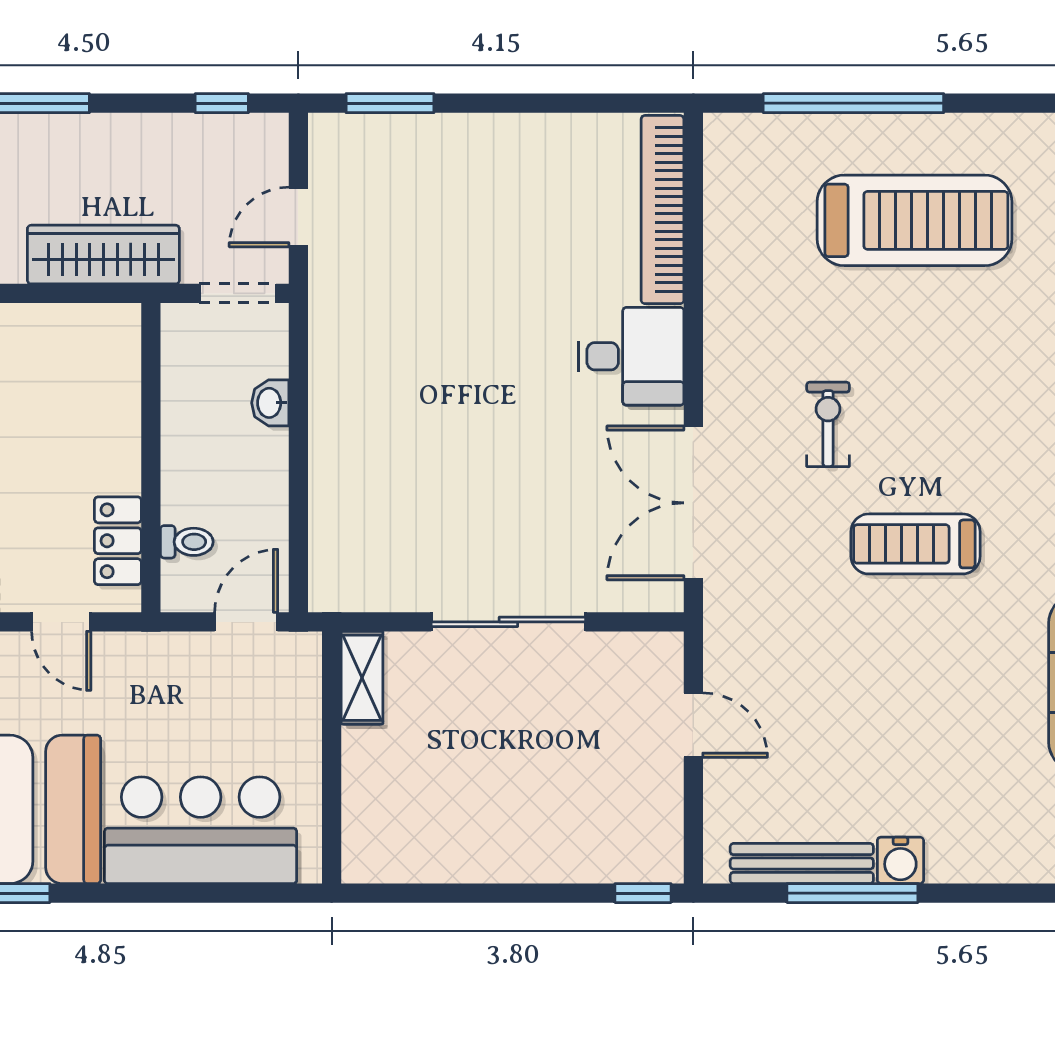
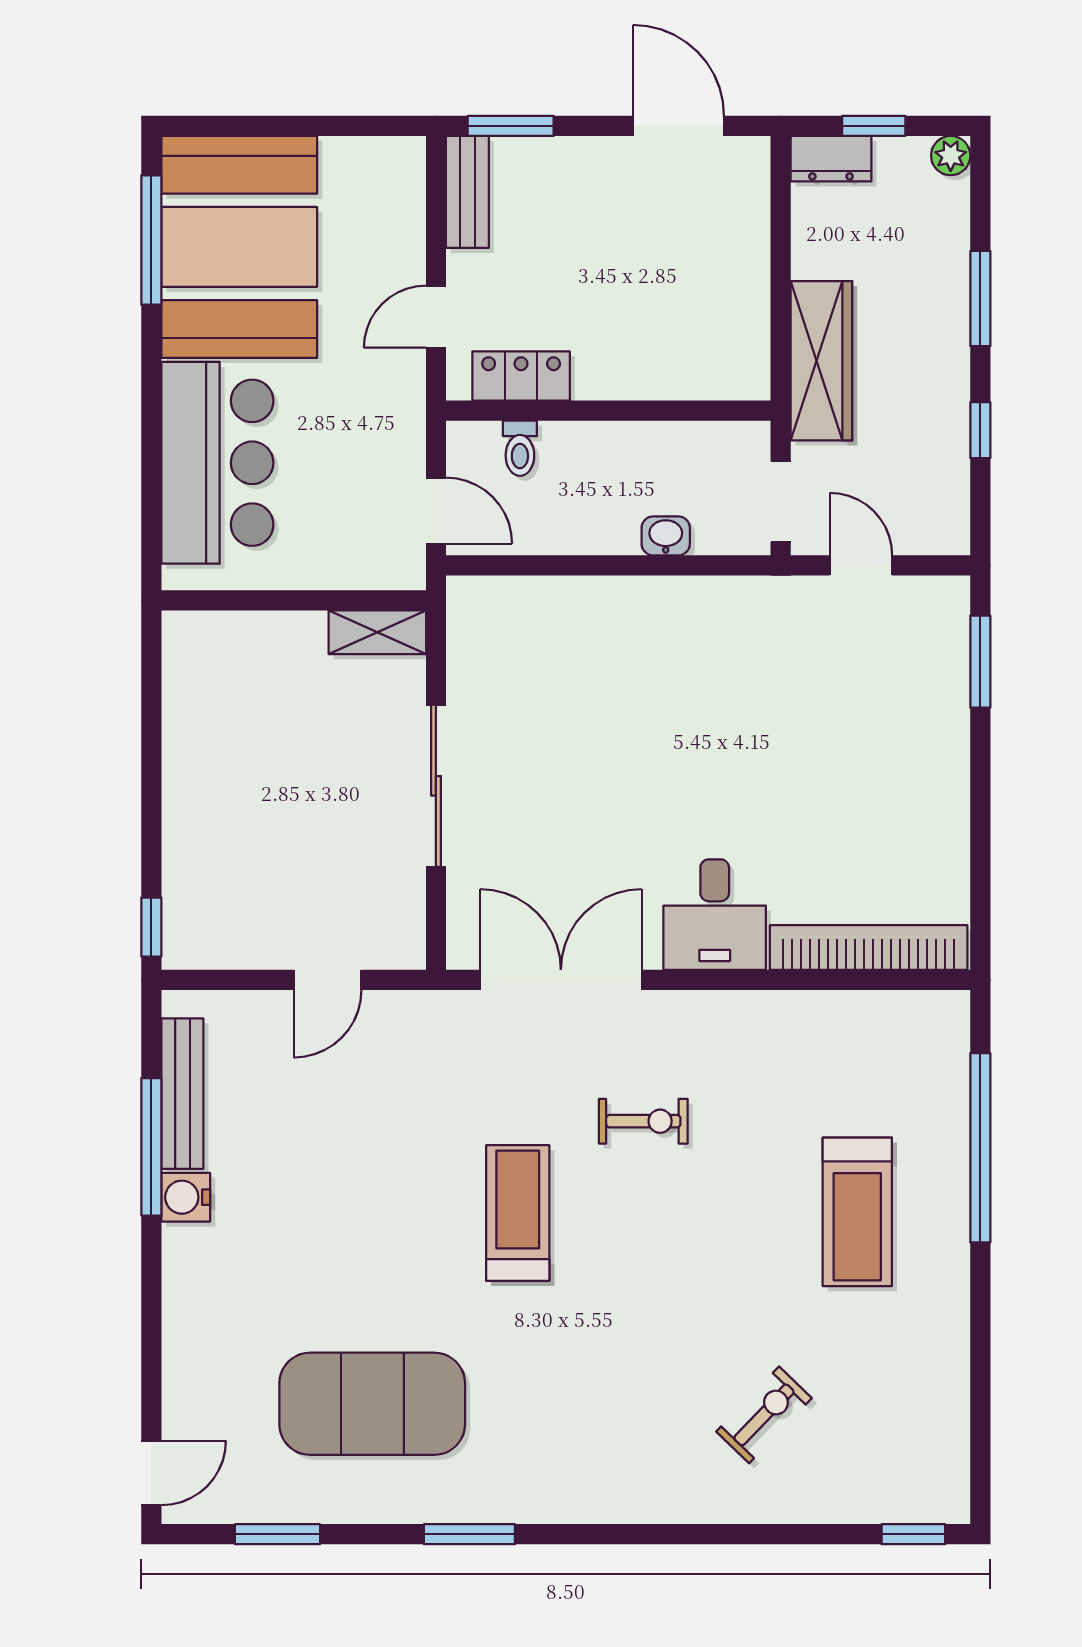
window: (222, 103) -> (980, 430), moved
treadmill: (914, 220) -> (857, 1212), width x0.73, depth x0.73

